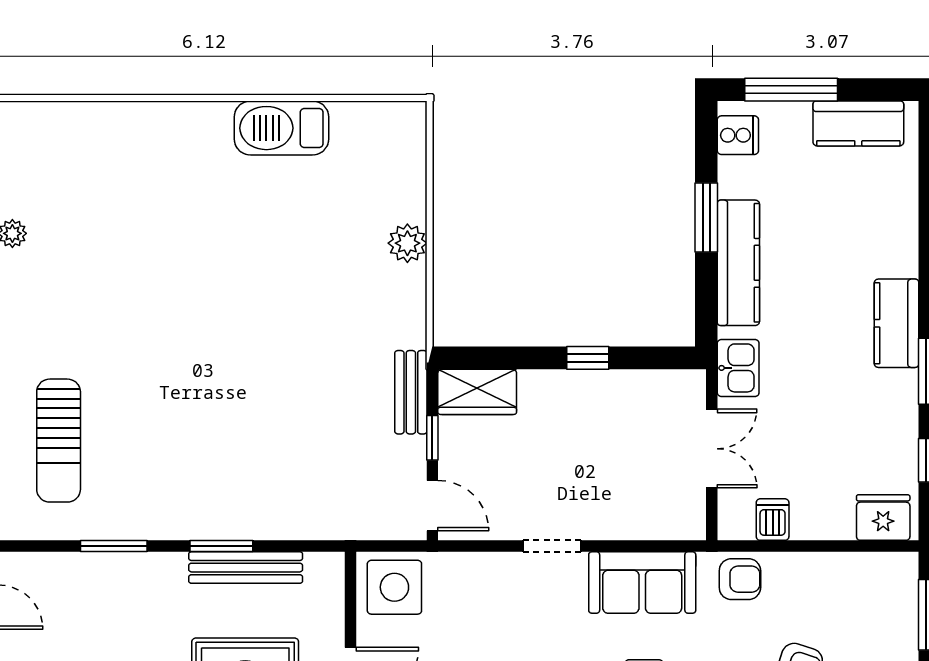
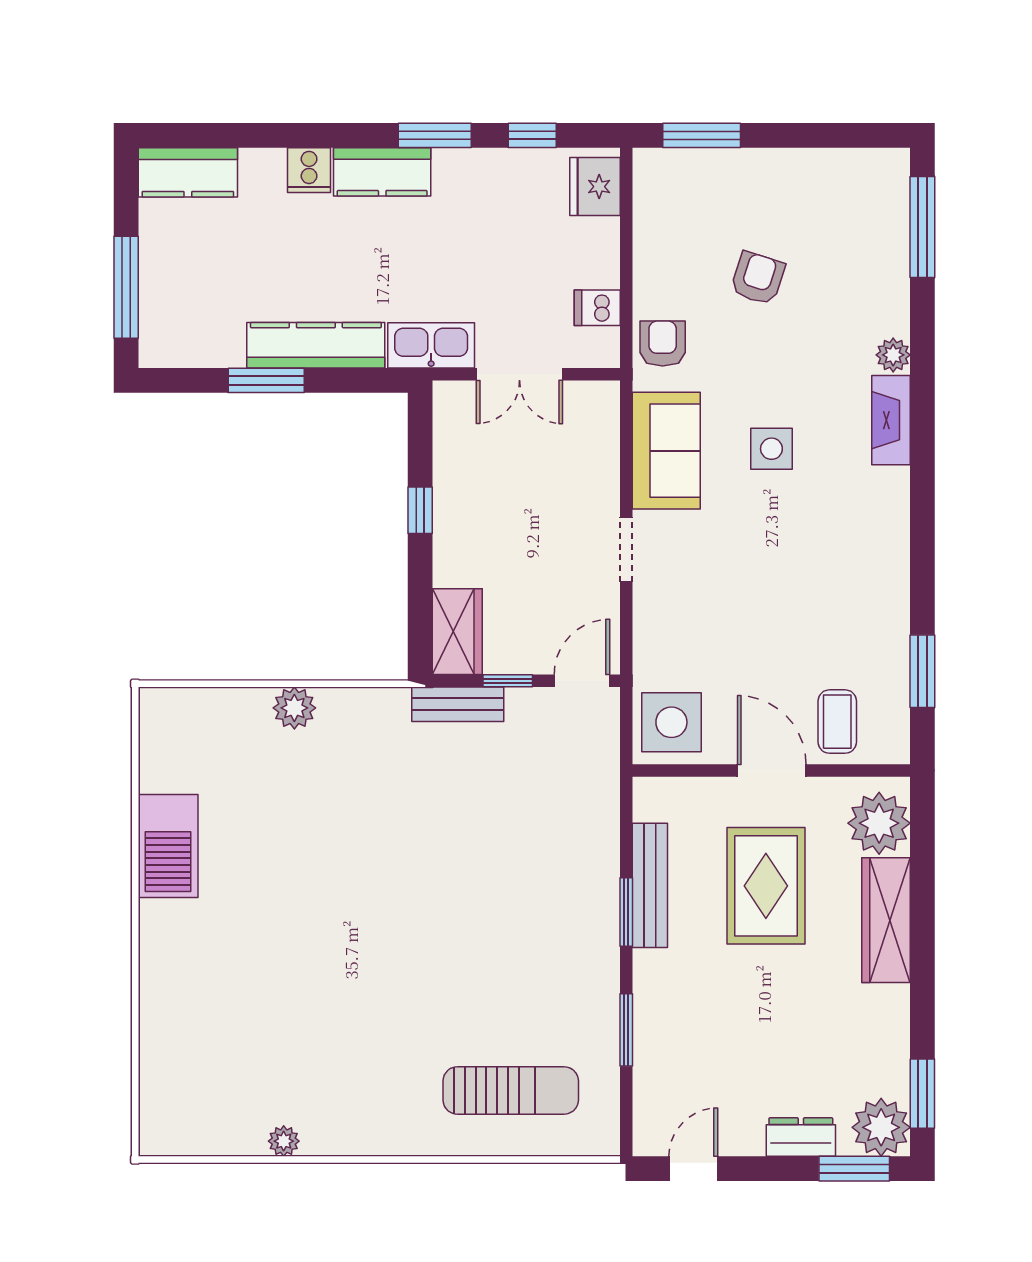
kitchen counter: (858, 123) -> (188, 172), moved, turned 90
cooker: (738, 135) -> (309, 170), moved, turned 180
kitchen sink: (738, 368) -> (431, 345), width x1.38
double door: (712, 449) -> (519, 374), swing flipped

